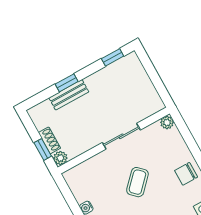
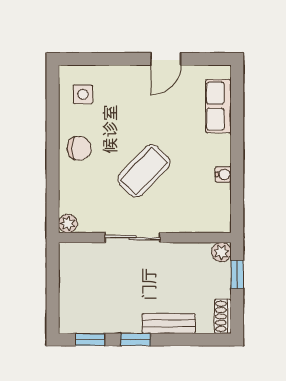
window: (67, 83) -> (136, 340), moved
shoe rack: (49, 140) -> (223, 316), moved
coffee table: (137, 182) -> (144, 171), width x1.36, depth x1.30

